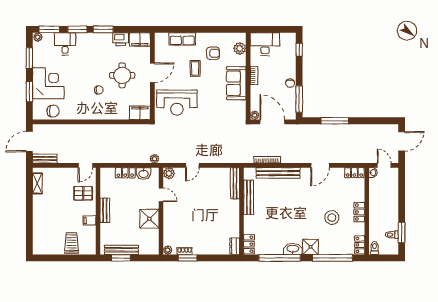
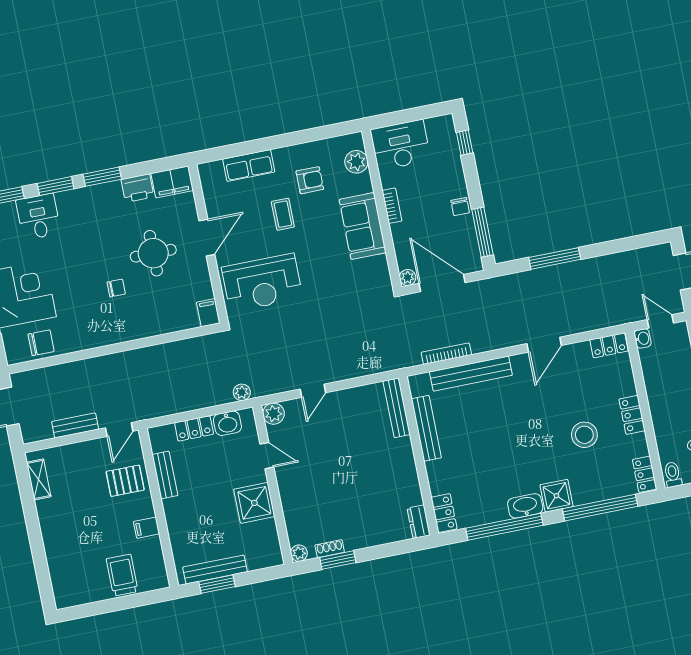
filing cabinet: (140, 113) -> (208, 313), width x0.50
bench: (45, 159) -> (75, 425), moved
bench: (105, 210) -> (165, 475), moved

